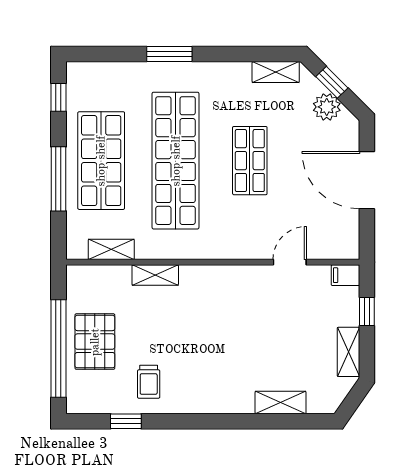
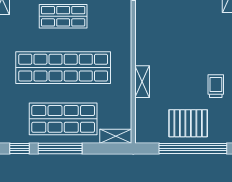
window: (58, 179) -> (60, 148), moved
shelving: (111, 249) -> (116, 136), moved, turned 90
trolley: (149, 382) -> (216, 86), turned -90

